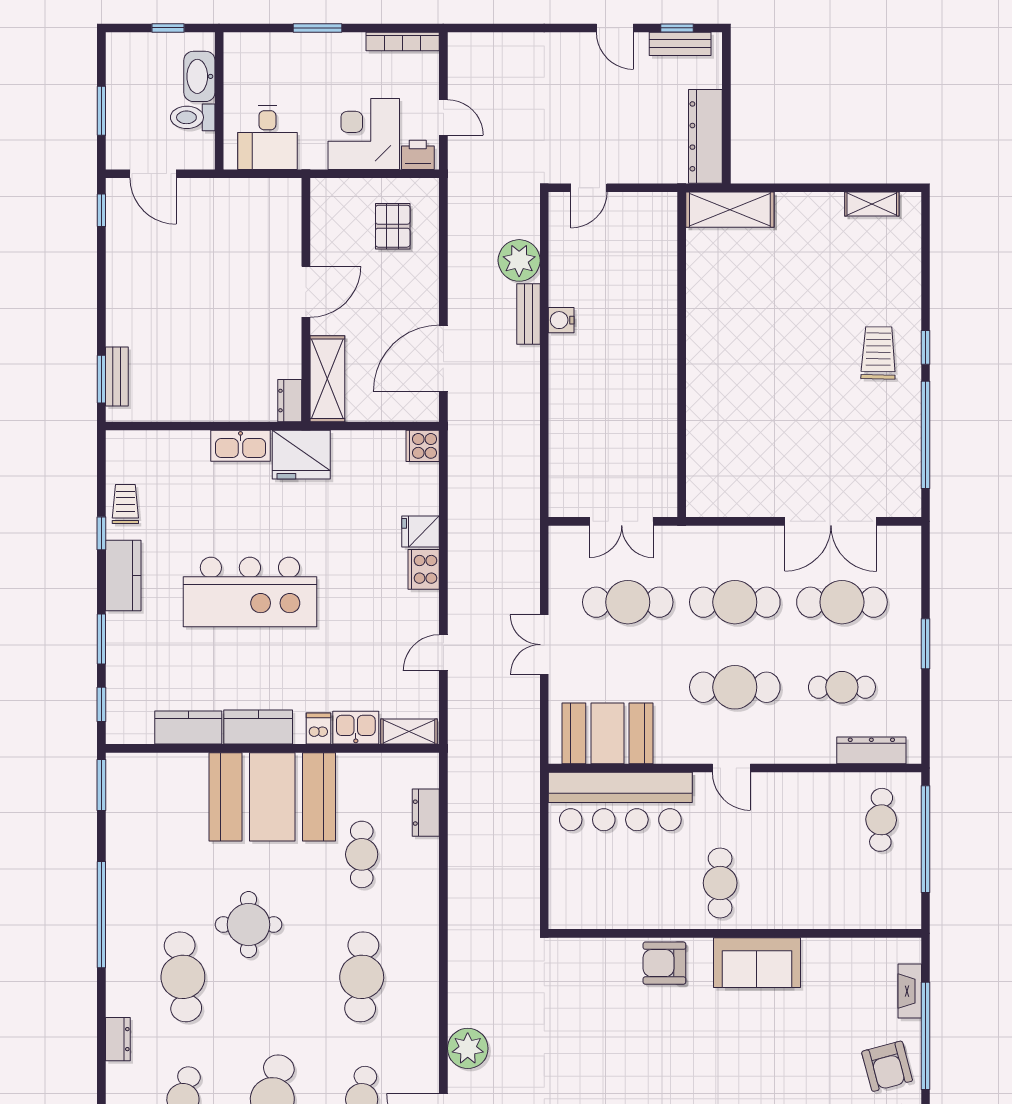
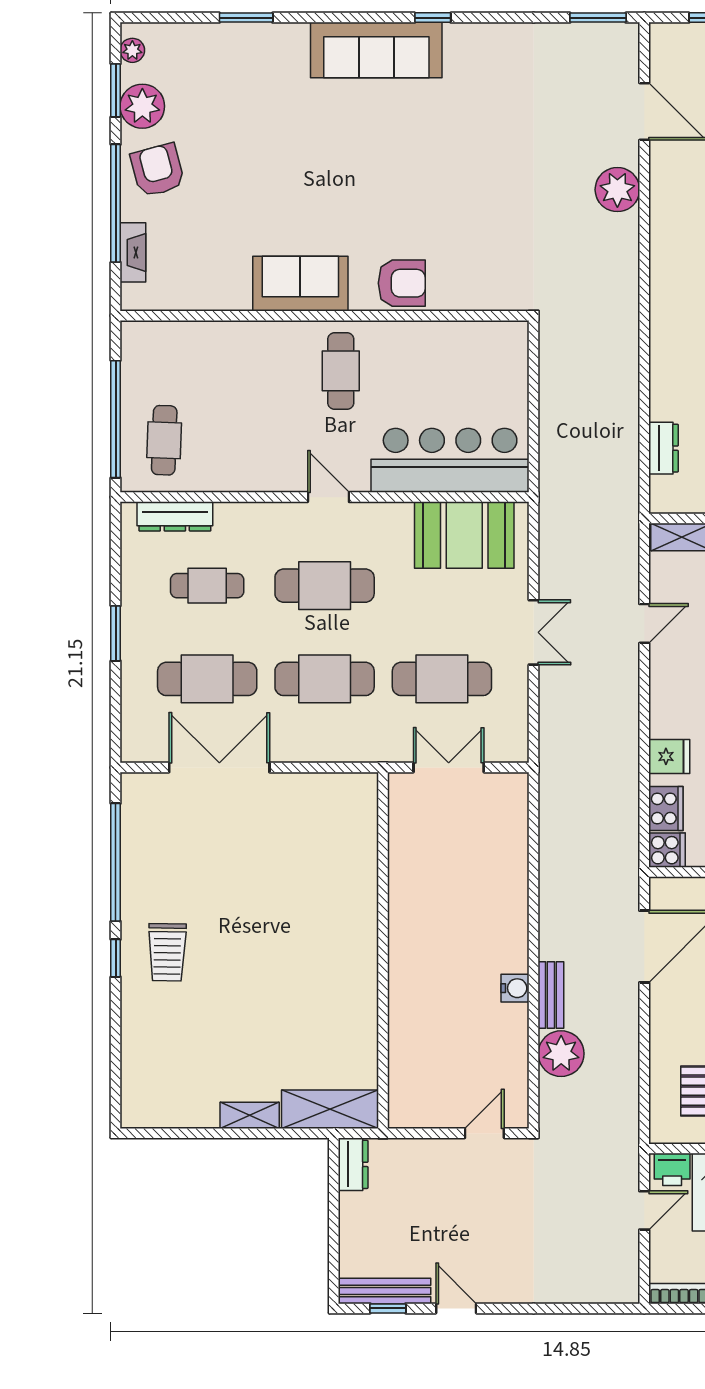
bench: (680, 44) -> (384, 1291), width x1.36
door: (443, 117) -> (644, 1210), swing flipped
dresser: (705, 136) -> (353, 1164), width x0.51, depth x0.80
shelving: (872, 204) -> (250, 1115), moved
cooker: (424, 569) -> (666, 808), moved

